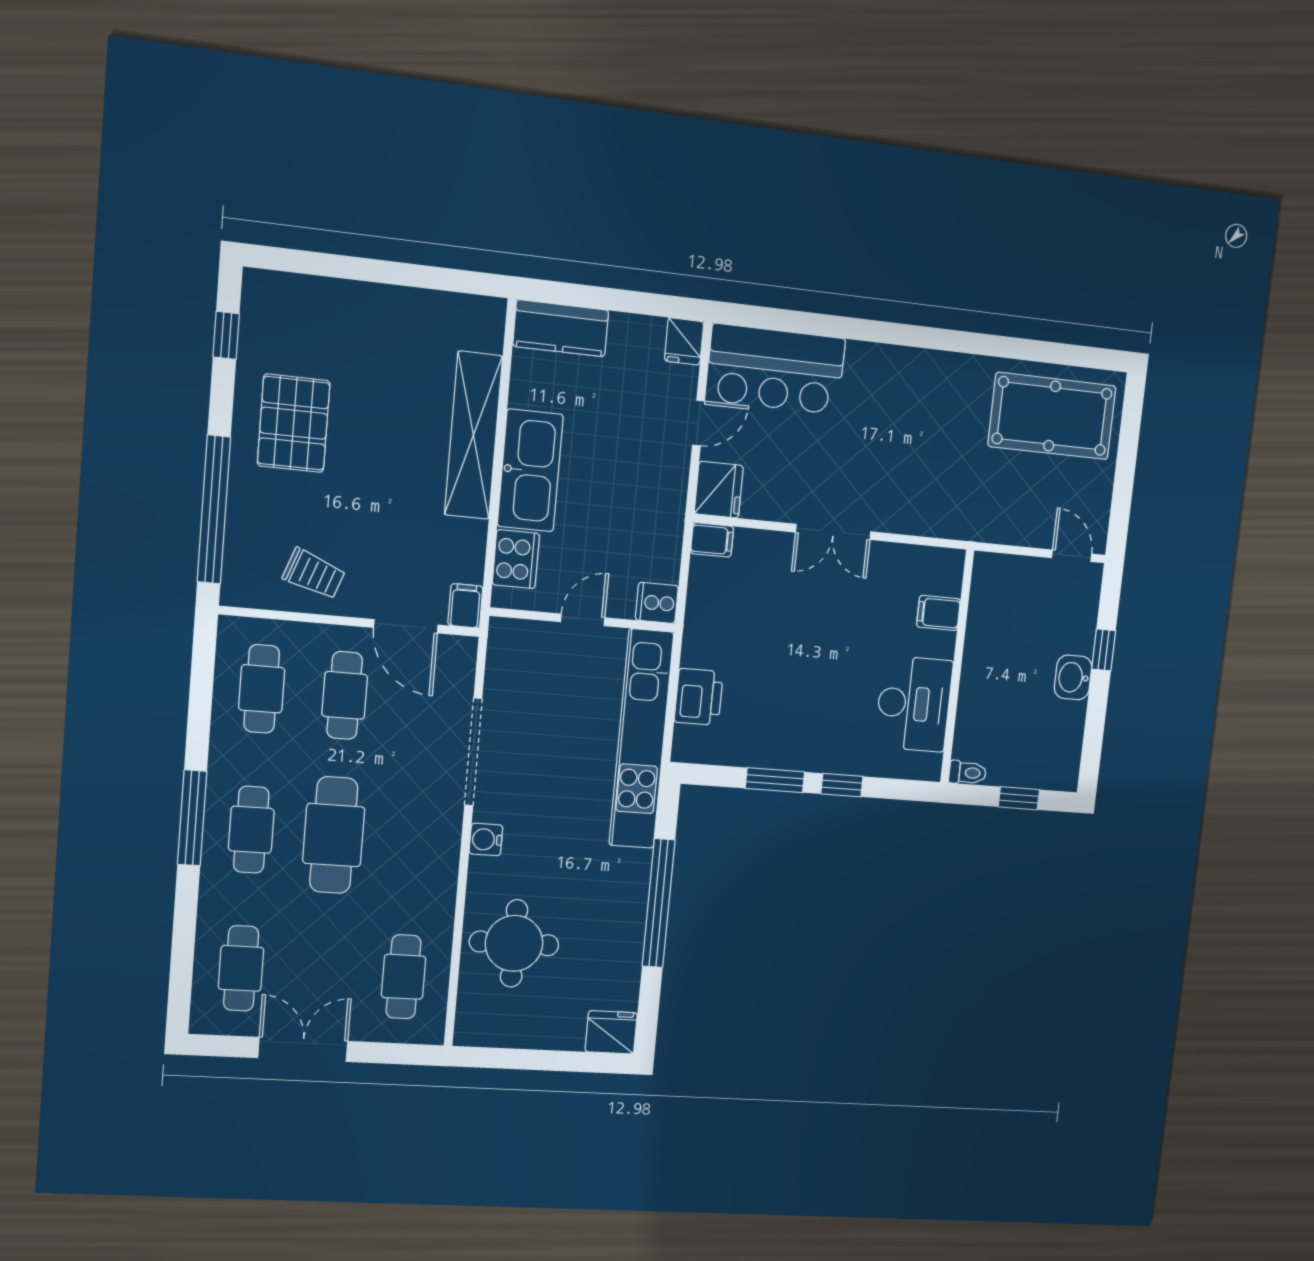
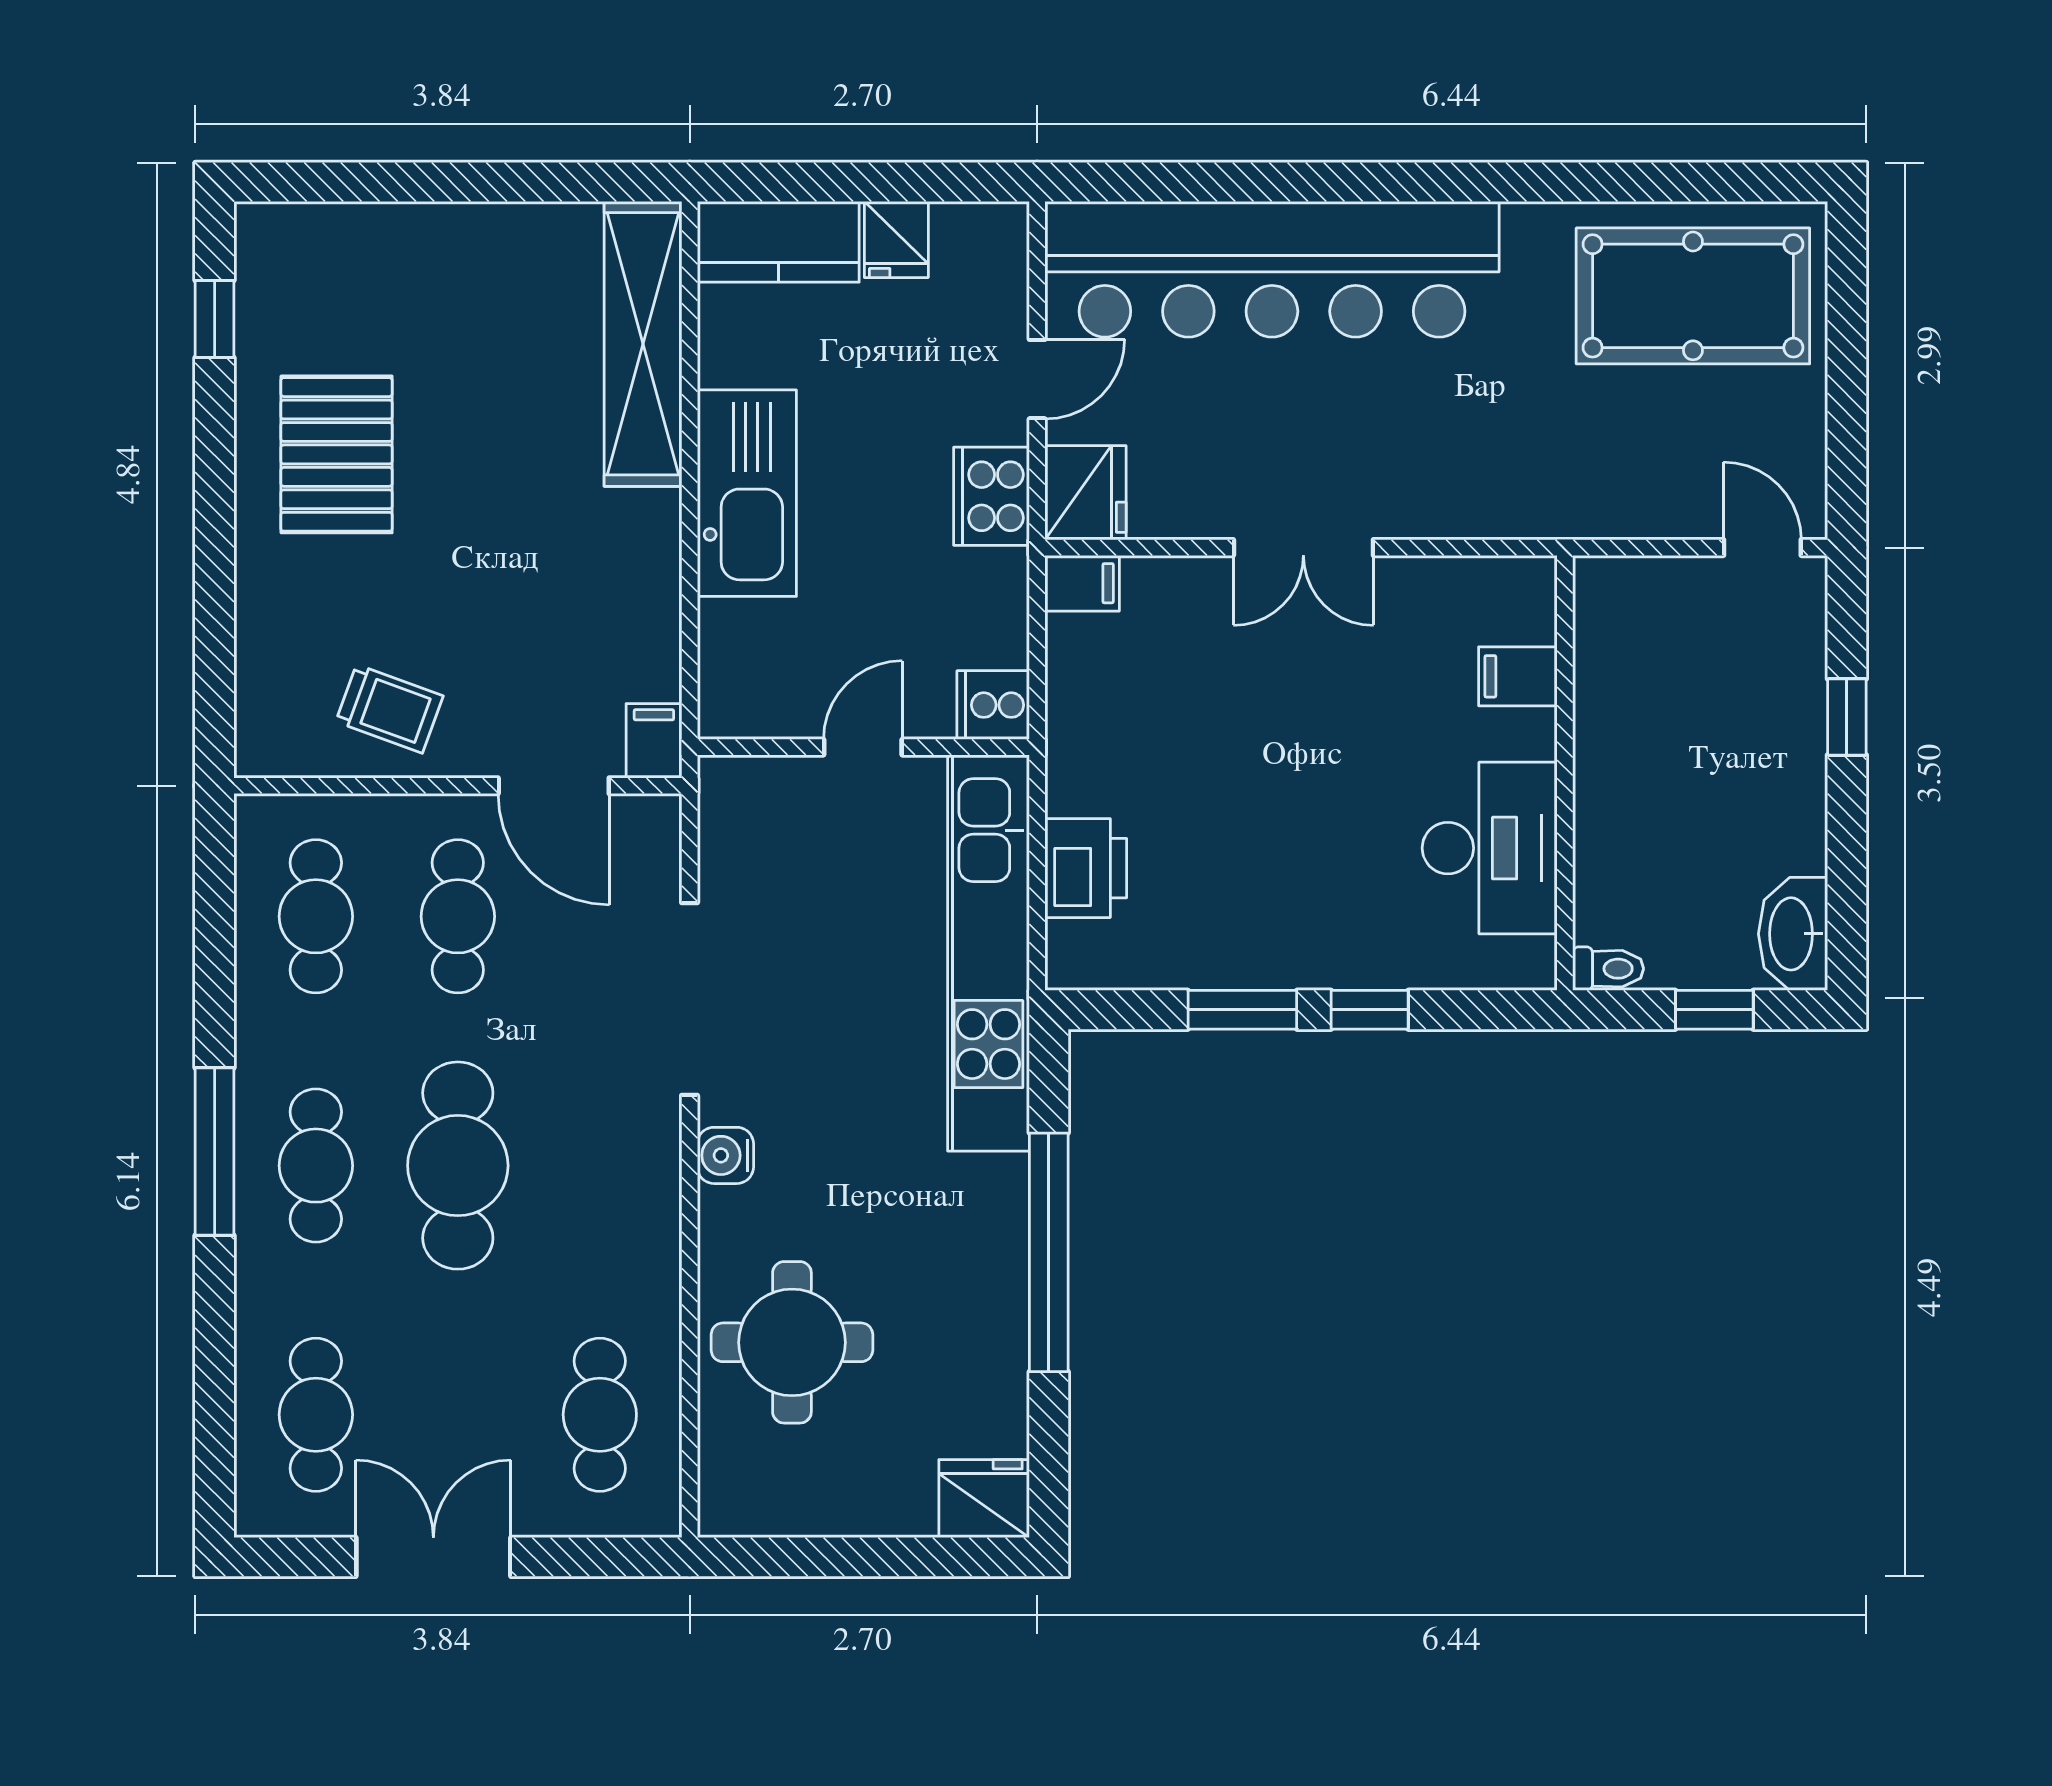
fridge: (684, 341) -> (896, 239), moved
bar counter: (776, 369) -> (1272, 269), width x1.86
shelving: (473, 435) -> (643, 344), moved
window: (214, 510) -> (215, 615), removed
cooker: (516, 559) -> (991, 496), moved, turned 180
washbasin: (1073, 677) -> (1793, 934), moved, width x1.38

